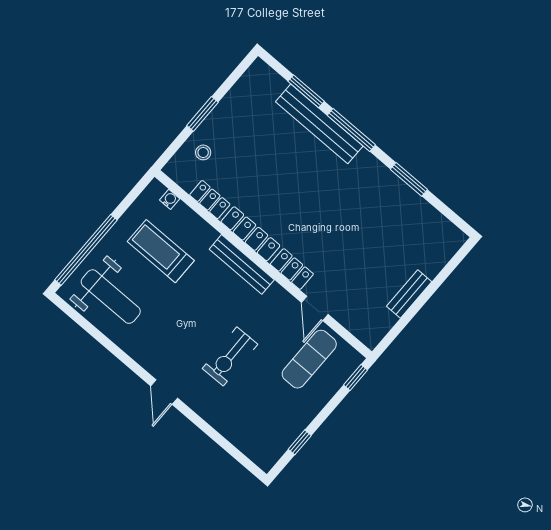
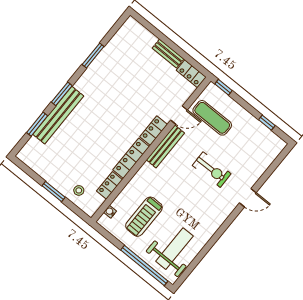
window: (351, 130) -> (62, 94), width x0.69
bench: (242, 264) -> (165, 146), moved
locker: (378, 329) -> (191, 74), added
door: (164, 392) -> (248, 198), moved

